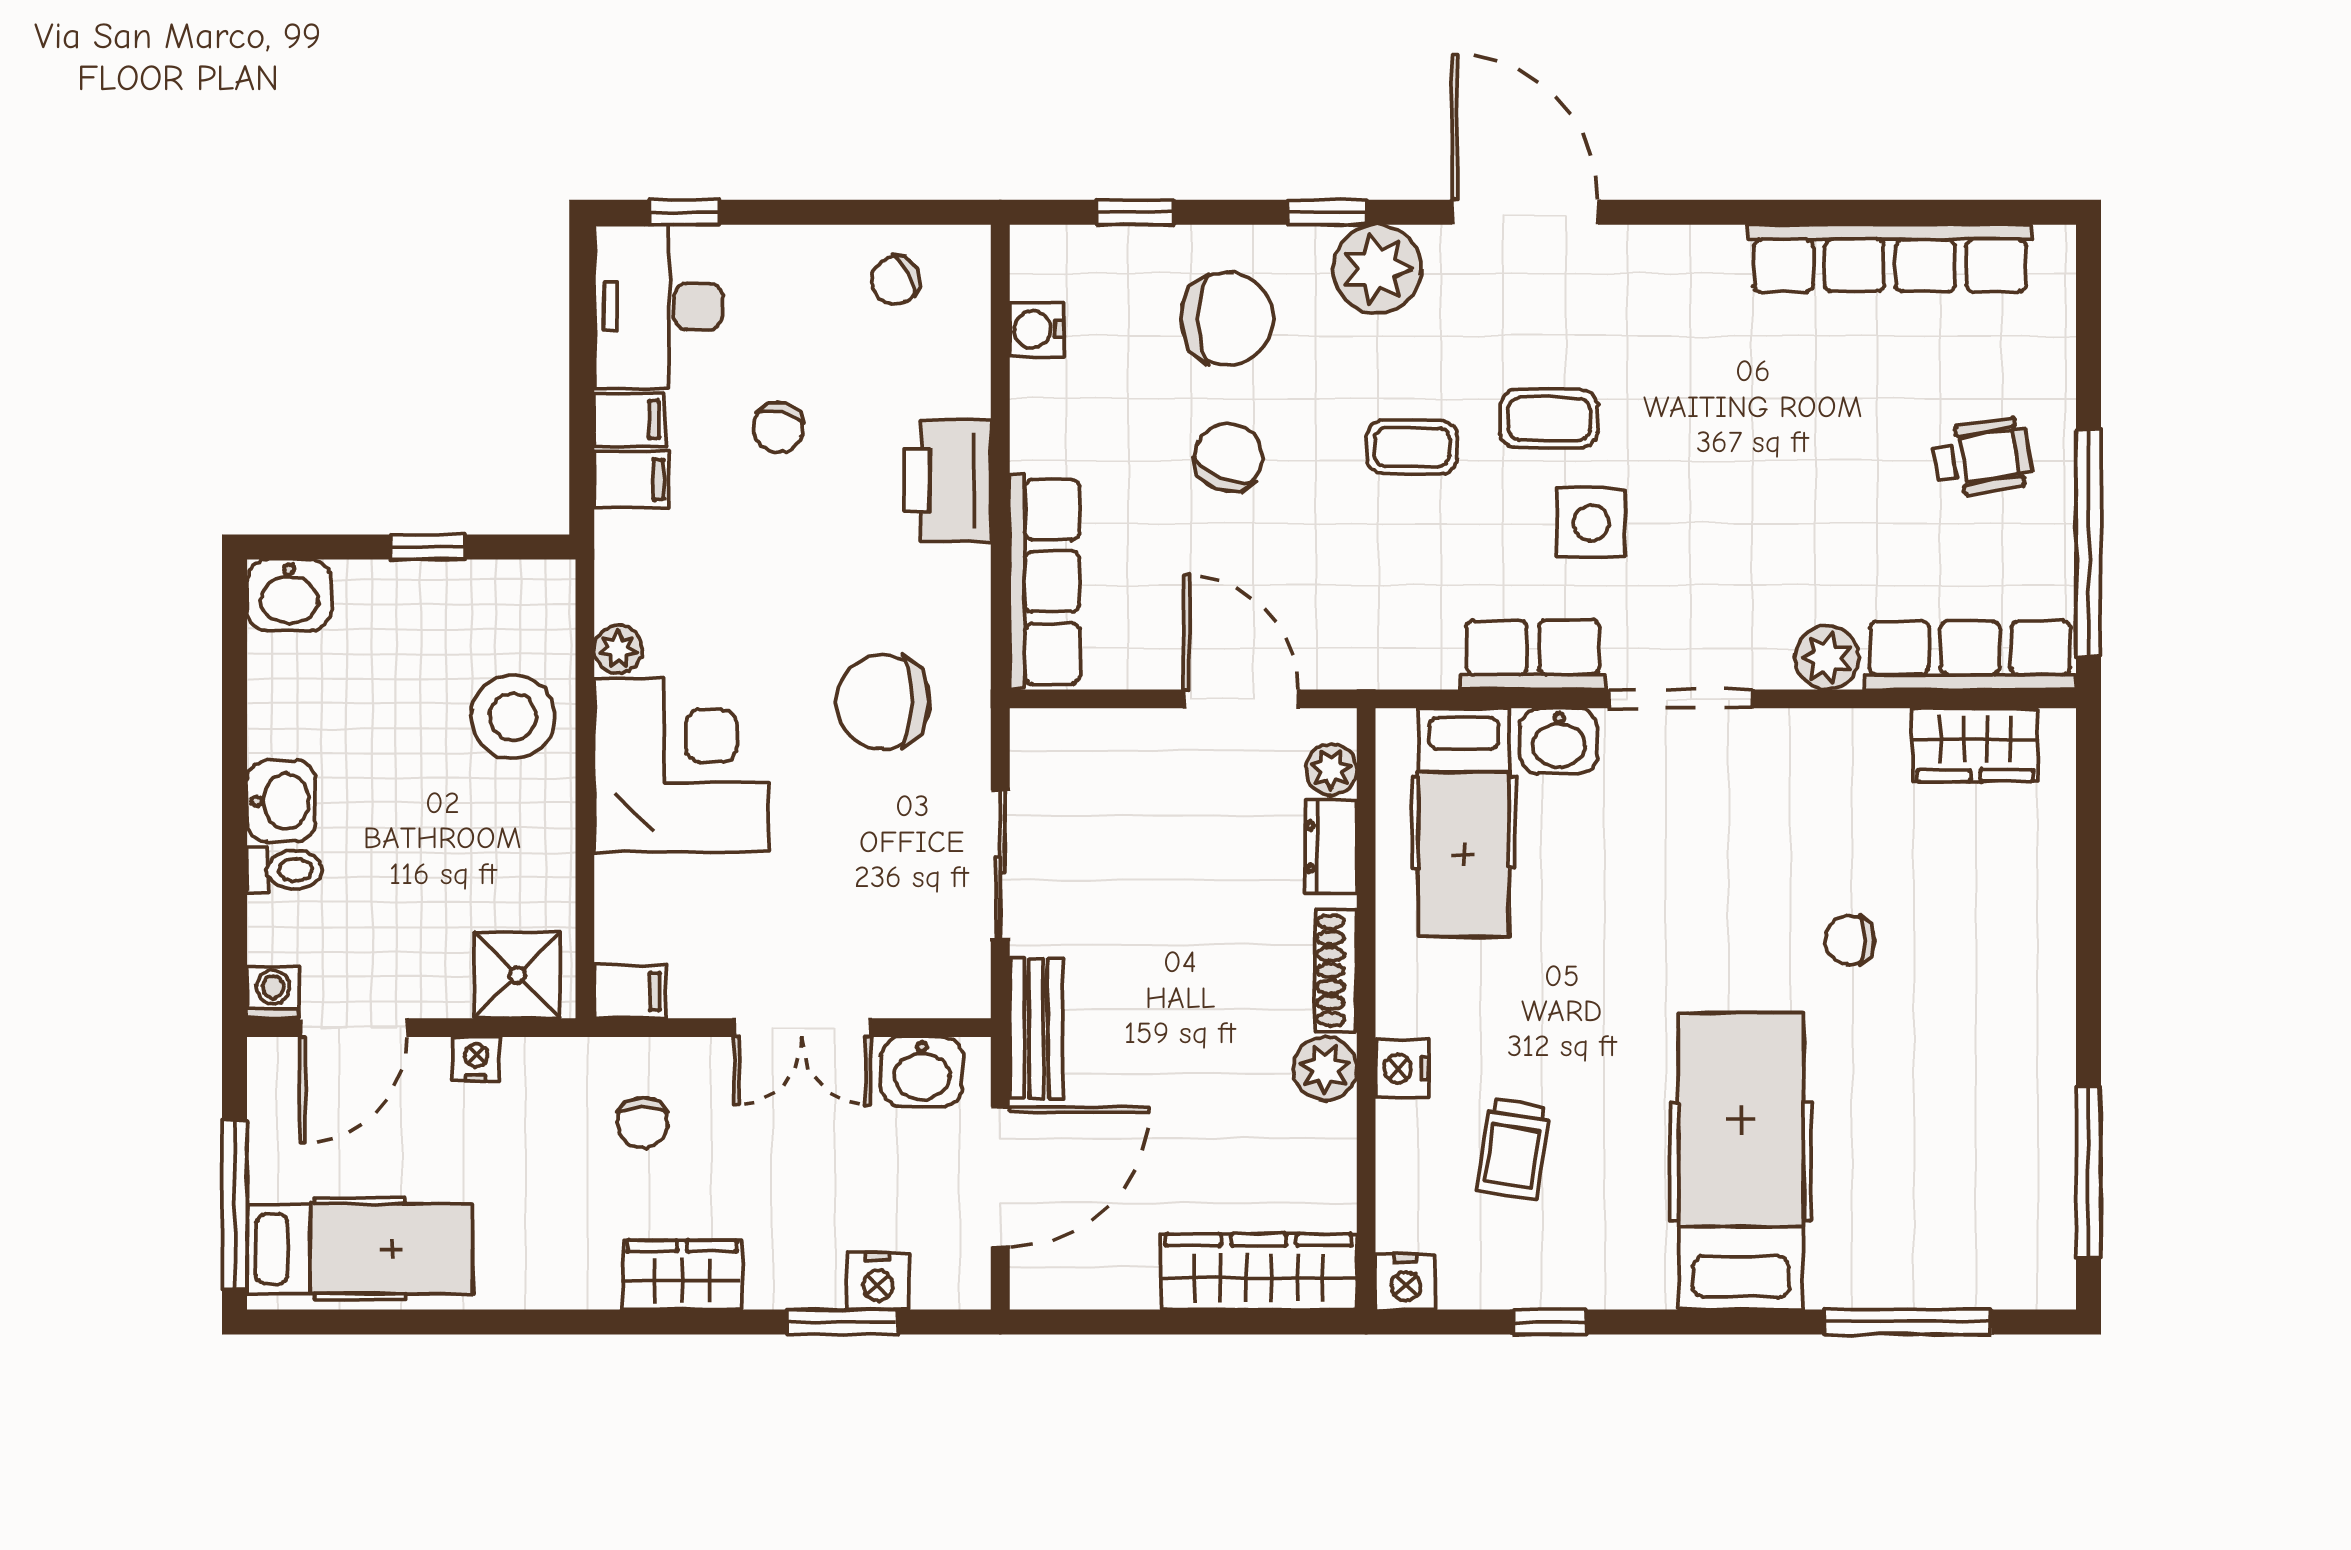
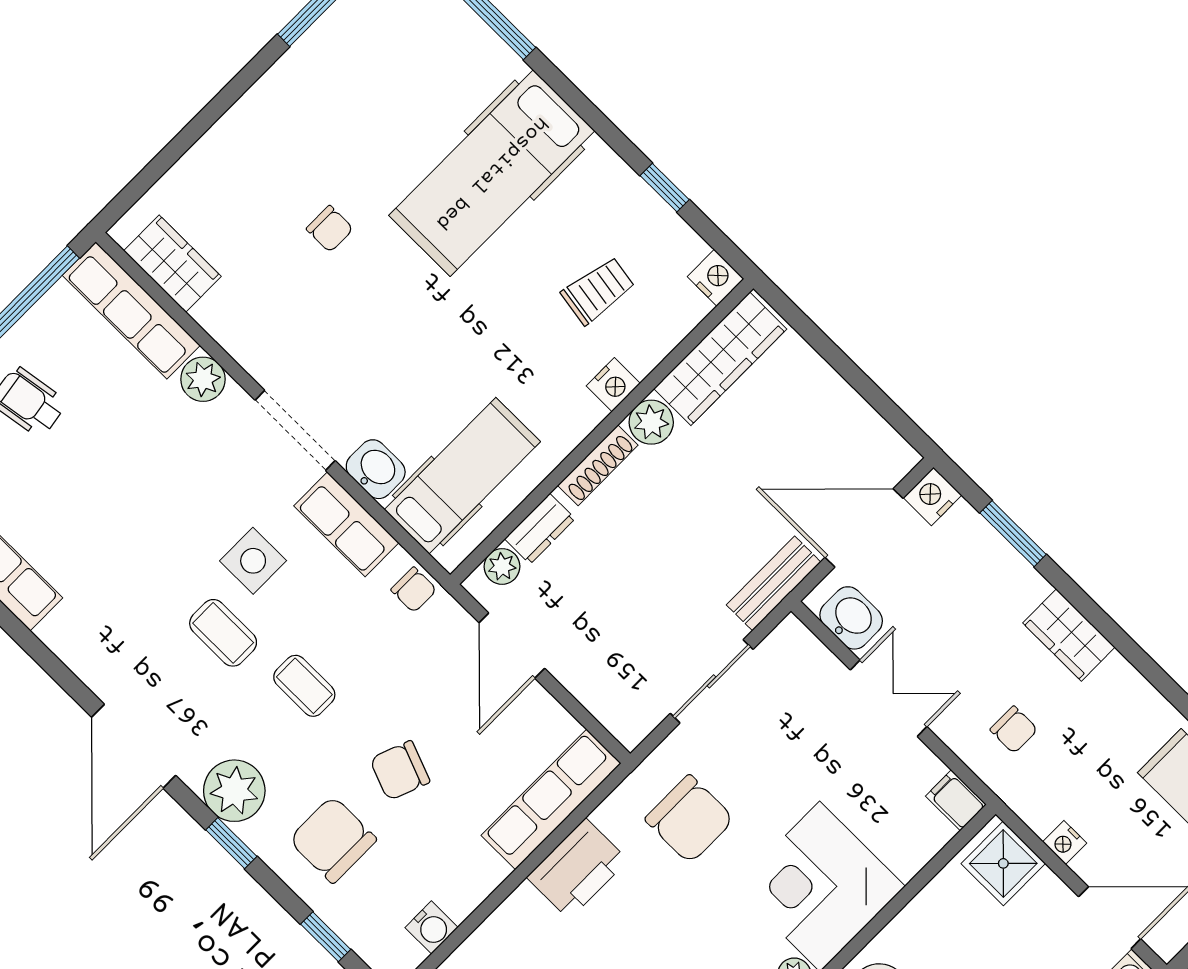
printer: (947, 481) -> (577, 869), moved
chair: (1398, 656) -> (414, 590), added
chair: (642, 1123) -> (1014, 730), turned 90
wardrobe: (1259, 1272) -> (720, 359), moved, turned -90
nightstand: (878, 1281) -> (933, 496), moved, turned -90

